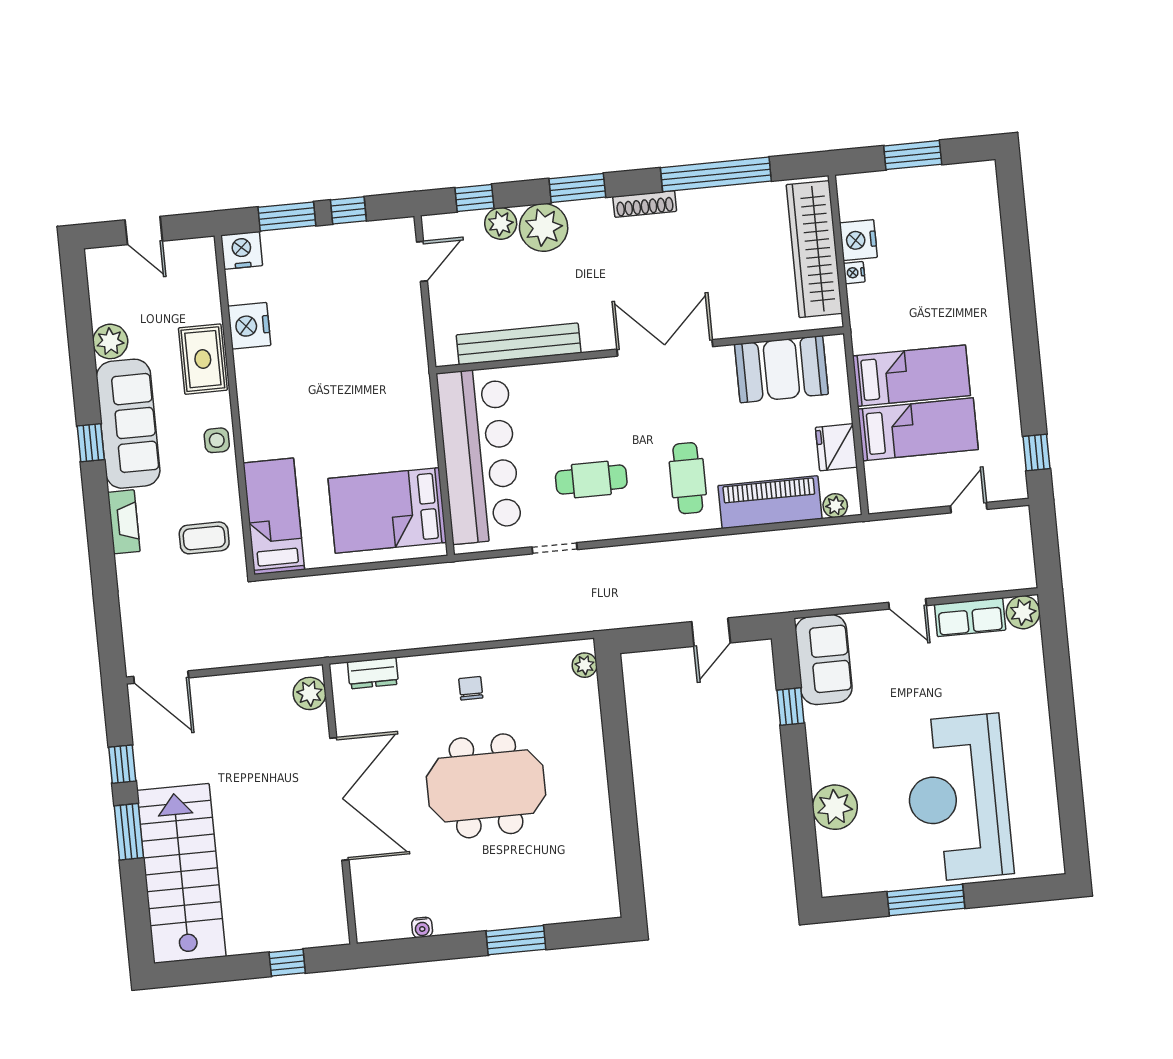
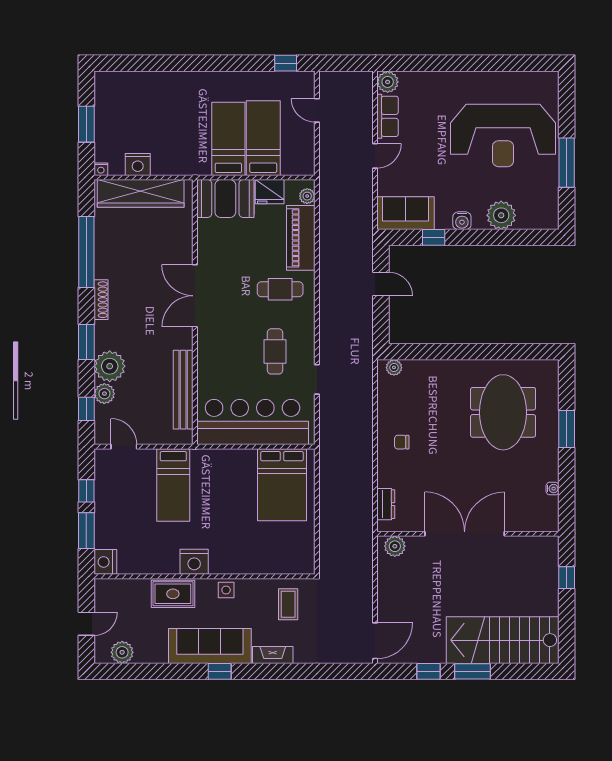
nightstand: (854, 273) -> (101, 169), moved
nightstand: (249, 326) -> (194, 562), moved
plant: (110, 341) -> (122, 652), moved
booth: (781, 369) -> (225, 199), moved, turned 90
bed: (274, 516) -> (173, 485), moved, turned -90
water cooler: (821, 748) -> (462, 221), added
meeting table: (486, 786) -> (503, 412), moved

